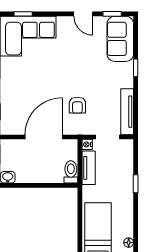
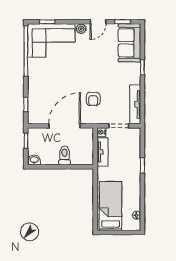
door: (83, 14) -> (98, 22), hinge flipped
plant: (63, 22) -> (81, 29), added
toilet: (71, 172) -> (65, 155), moved

